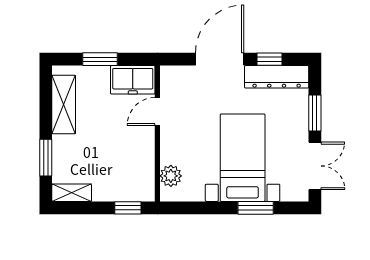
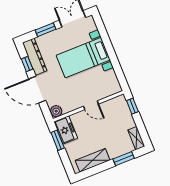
window: (100, 59) -> (58, 140), moved
door: (157, 112) -> (91, 105), moved
plant: (171, 176) -> (56, 111), moved
window: (256, 208) -> (106, 41), removed

